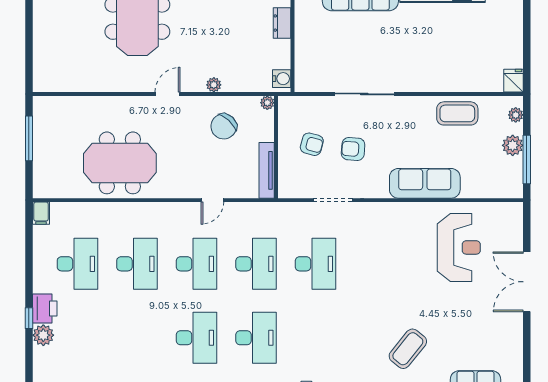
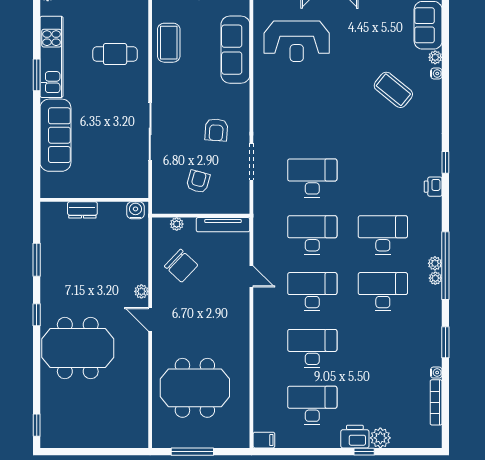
cafe table: (445, 57) -> (115, 54), added
plant: (214, 85) -> (141, 291), moved
plant: (267, 103) -> (177, 224), moved
armchair: (353, 149) -> (216, 130), moved
meeting table: (120, 163) -> (195, 388), moved, turned 90
sofa: (425, 183) -> (235, 50), moved
reception desk: (459, 247) -> (297, 41), turned 180

